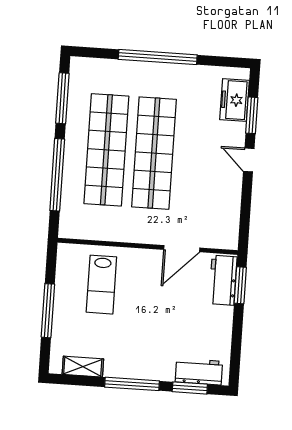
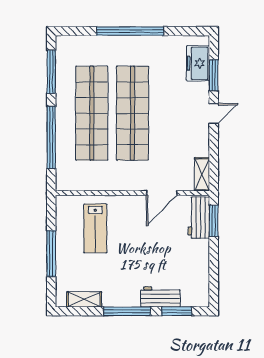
door: (249, 160) -> (214, 113), swing flipped
shelving: (230, 230) -> (202, 174), added
workbench: (199, 372) -> (160, 297), moved

